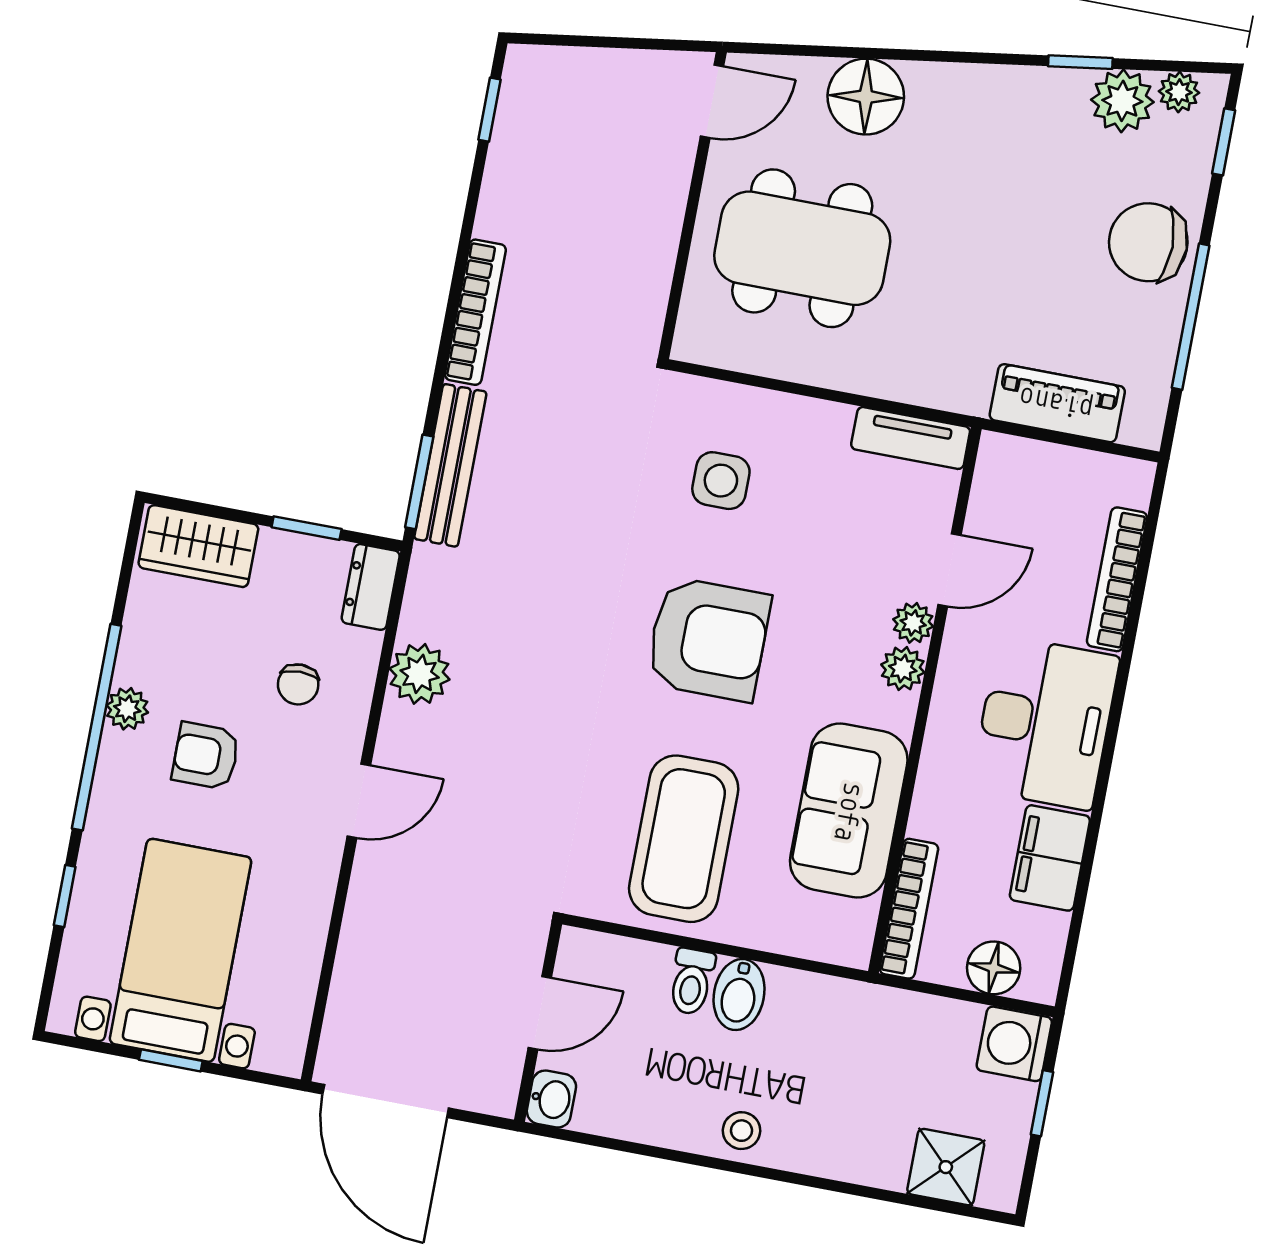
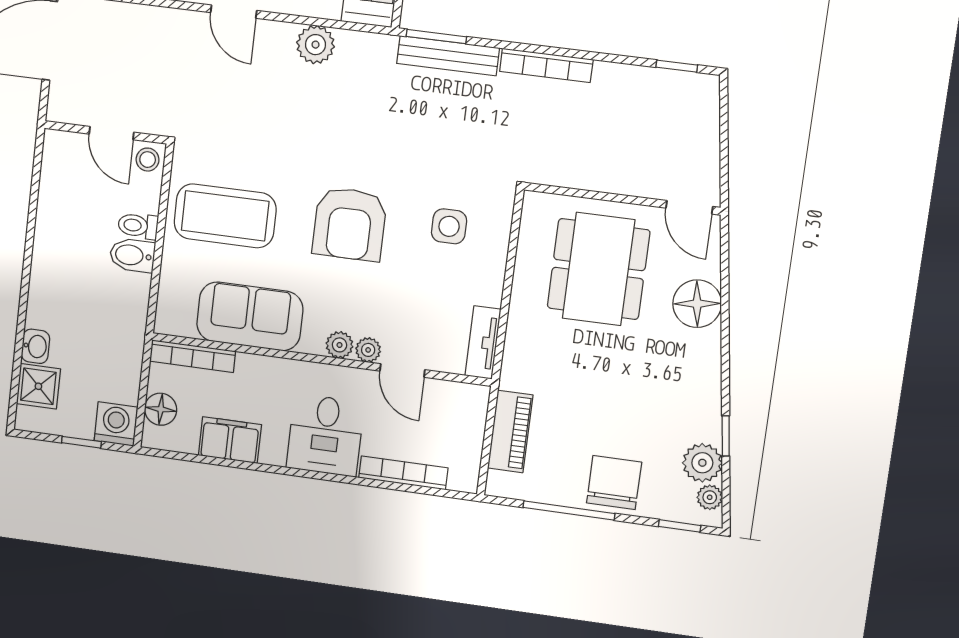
desk: (1045, 723) -> (325, 435), width x0.73
washbasin: (551, 1099) -> (35, 346), moved, turned -90
stool: (741, 1131) -> (148, 160), moved

